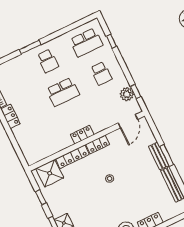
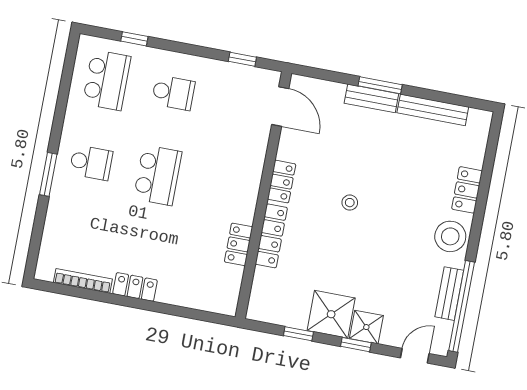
plant: (127, 94) -> (236, 76), removed
locker: (82, 135) -> (239, 244), moved
shower: (50, 173) -> (331, 314), moved

